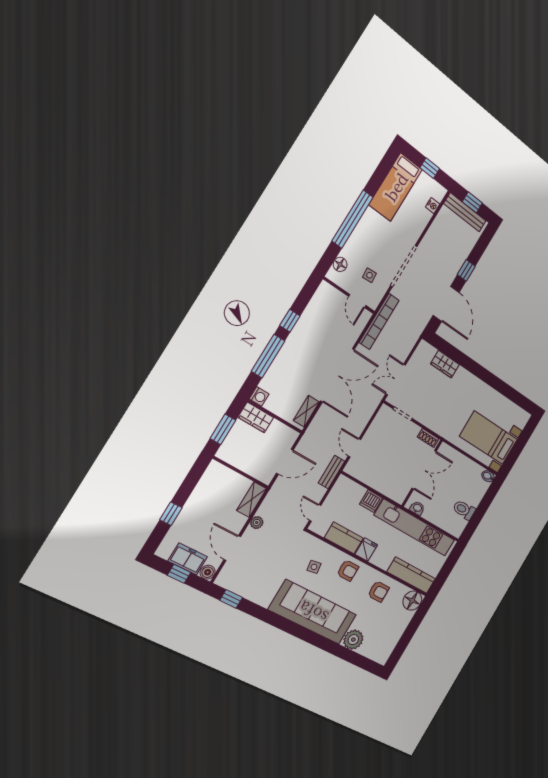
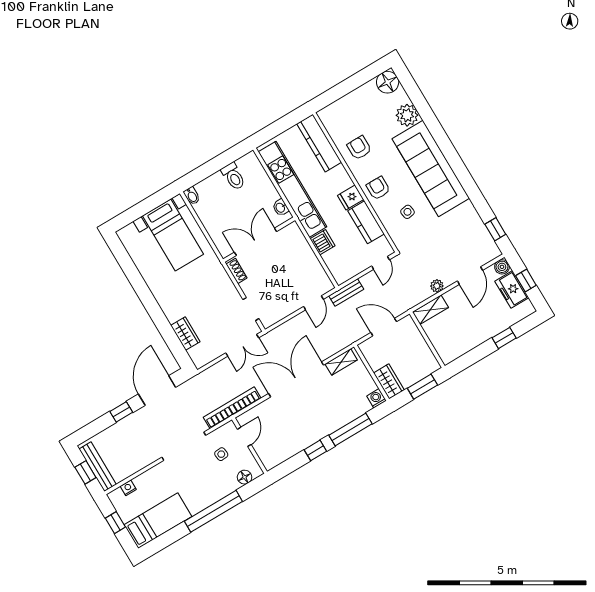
floor lamp: (412, 601) -> (388, 82), moved

